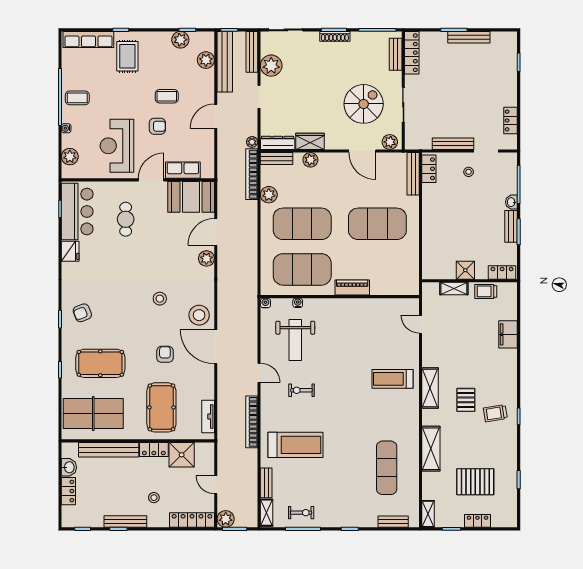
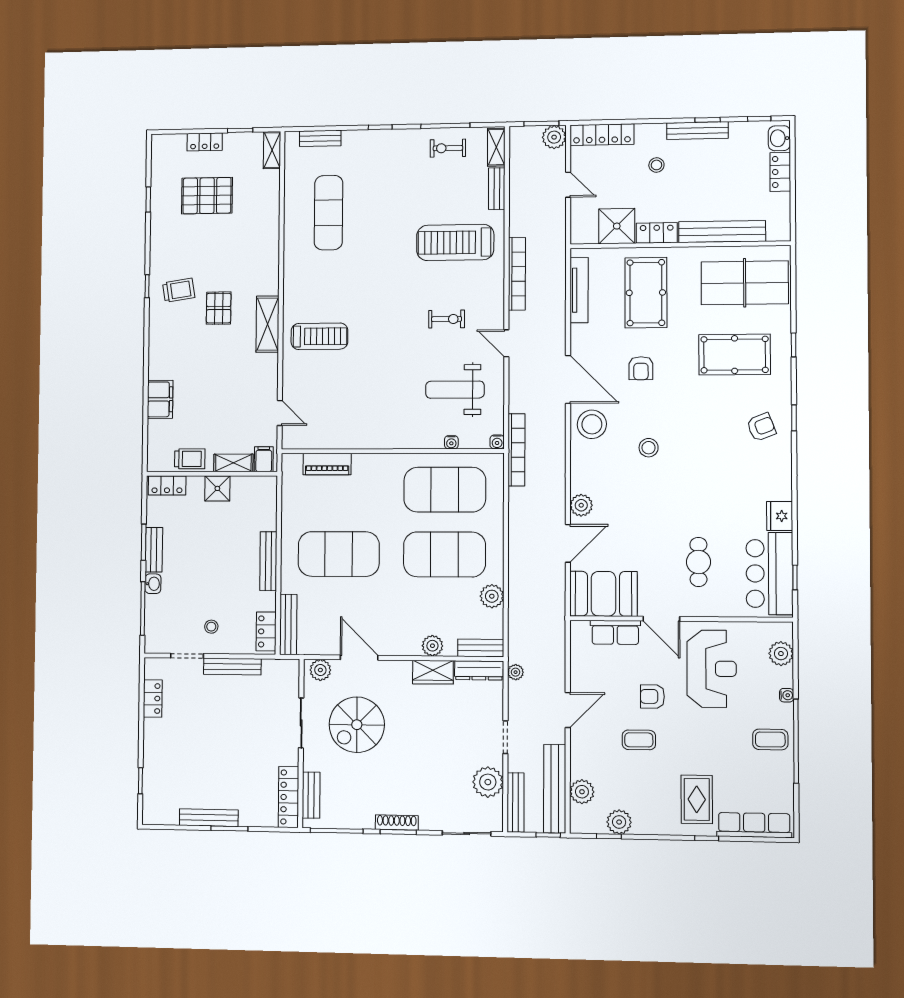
bookcase: (252, 174) -> (516, 450), moved
door: (151, 180) -> (661, 619), hinge flipped
bench: (428, 219) -> (268, 561), added
piano: (352, 288) -> (327, 464), moved
filing cabinet: (432, 291) -> (264, 459), added
weight bench: (295, 340) -> (455, 390), turned -90
tv unit: (208, 416) -> (579, 290), width x1.41
shelving: (431, 449) -> (267, 240), removed
washbasin: (69, 467) -> (779, 138), moved

